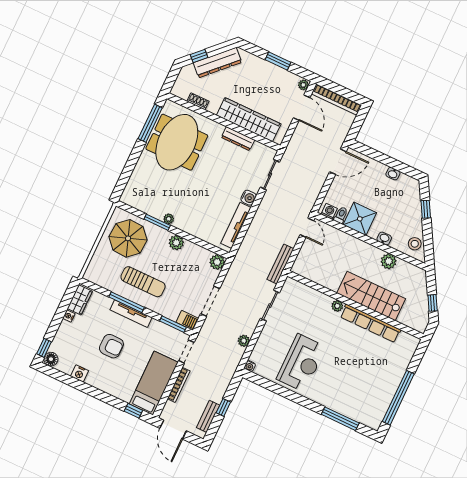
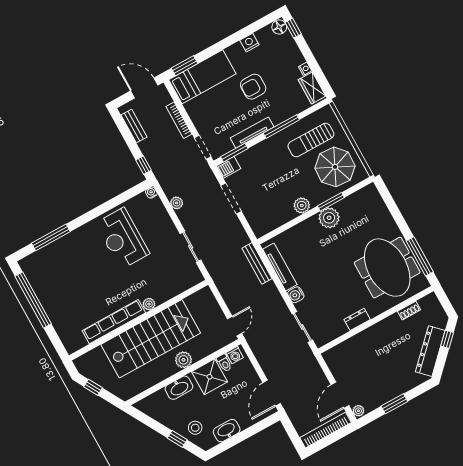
door: (302, 108) -> (340, 395), hinge flipped
wardrobe: (249, 120) -> (362, 343), removed
dresser: (238, 139) -> (357, 319), width x0.70
washbasin: (393, 174) -> (227, 431), width x1.91, depth x1.45
plant: (169, 219) -> (329, 218), width x1.88, depth x1.88
door: (307, 228) -> (234, 326), swing flipped
washbasin: (384, 239) -> (179, 388), width x1.91, depth x1.45
stool: (415, 244) -> (195, 428), moved
plant: (389, 261) -> (183, 360), moved
plant: (217, 262) -> (260, 228), removed
bench: (280, 264) -> (257, 263), moved
sun lounger: (143, 282) -> (311, 140), moved
stairs: (371, 296) -> (151, 339), width x1.36, depth x1.51
tv unit: (131, 314) -> (252, 133), moved
bed: (154, 383) -> (202, 77), moved, turned -90
window: (223, 407) -> (144, 165), moved
window: (133, 411) -> (184, 66), width x1.50

